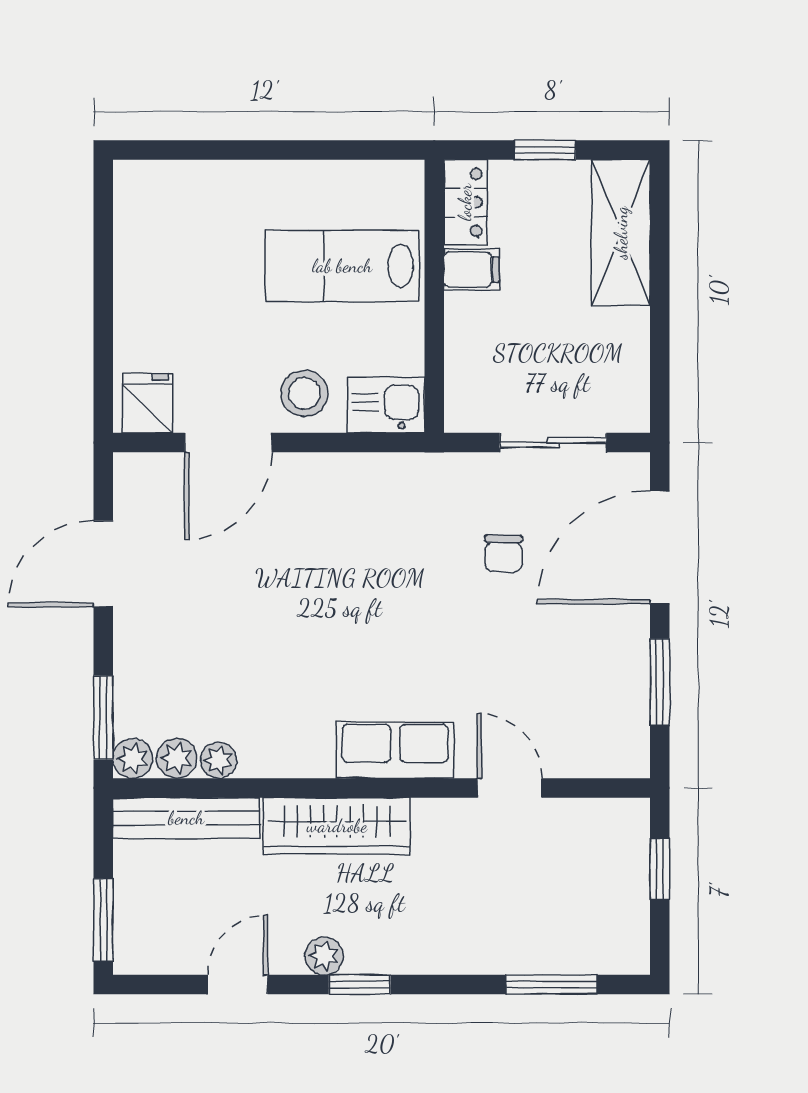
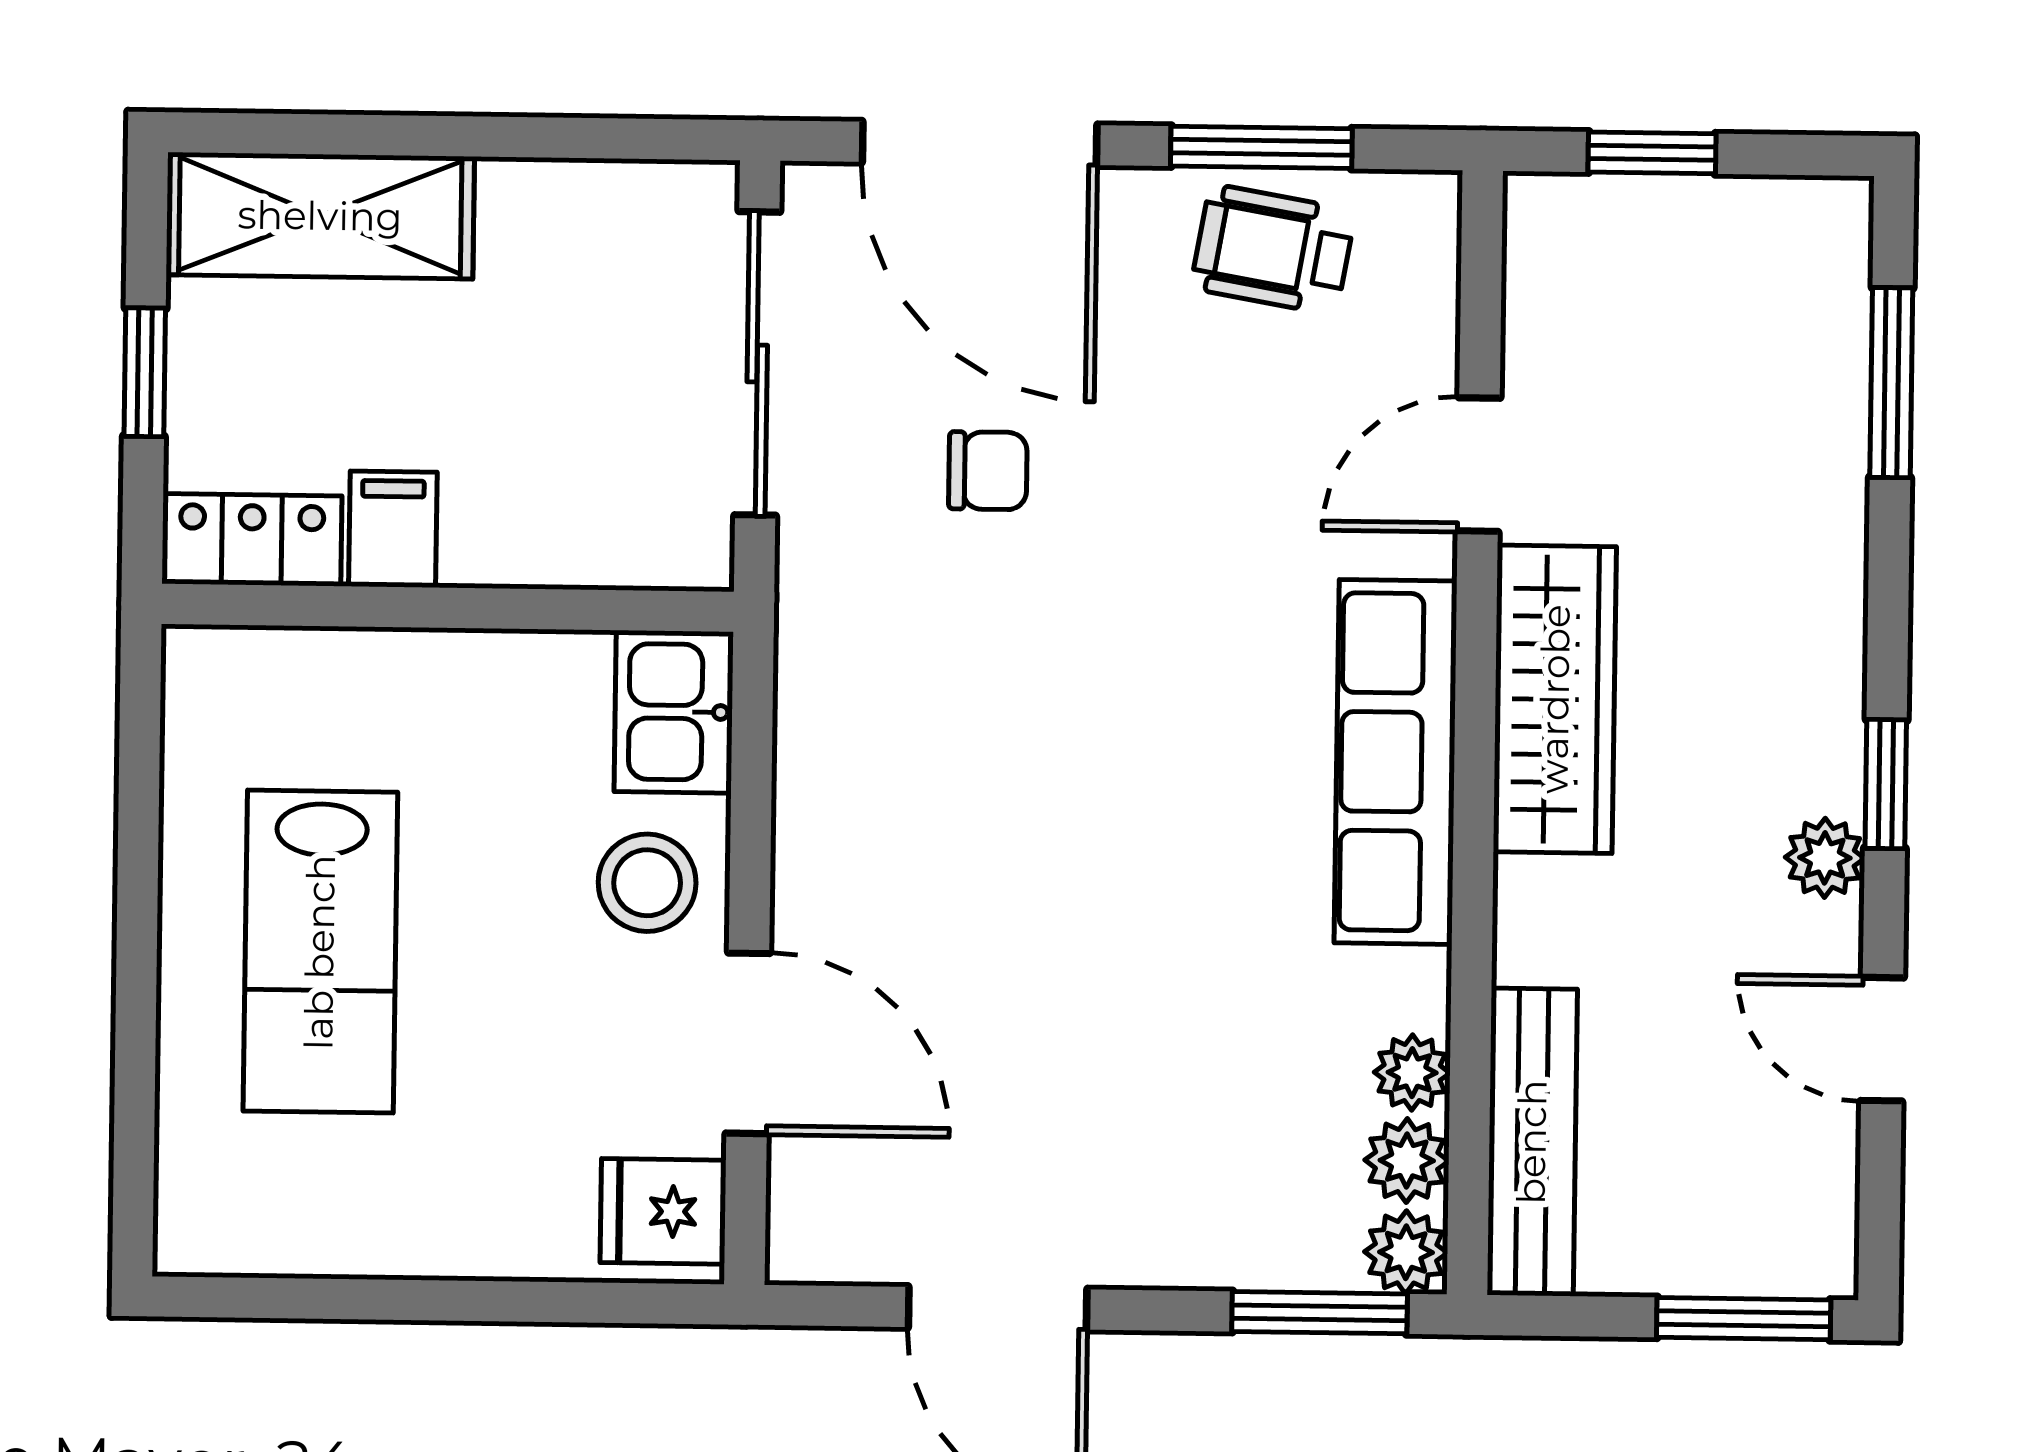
lab bench: (342, 266) -> (320, 952), moved
sliding door: (553, 443) -> (757, 363), width x1.37
wheelchair: (611, 688) -> (1273, 249), added
row of seats: (395, 750) -> (1396, 762), width x1.48
wardrobe: (337, 826) -> (1555, 699), moved

